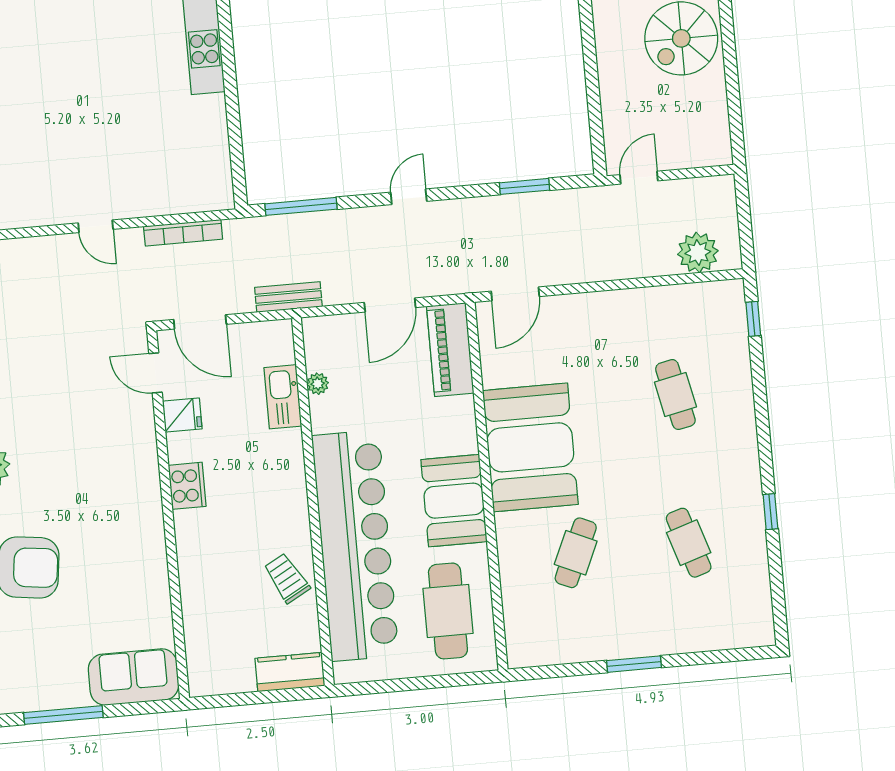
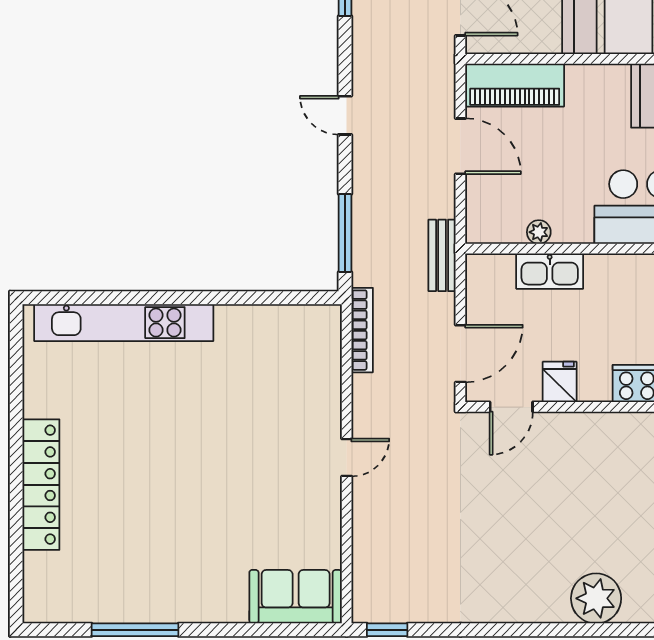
bookcase: (183, 233) -> (362, 330), moved

